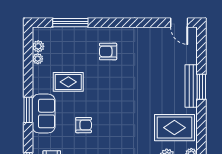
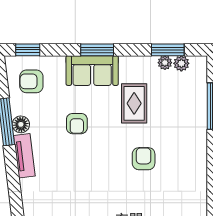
armchair: (108, 51) -> (144, 159), moved
window: (28, 57) -> (168, 50), added

